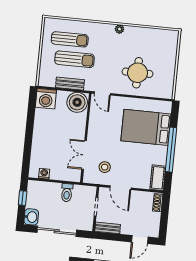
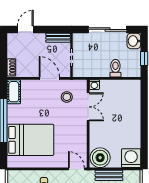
washing machine: (44, 174) -> (94, 85), moved
toilet: (67, 193) -> (115, 68), moved

